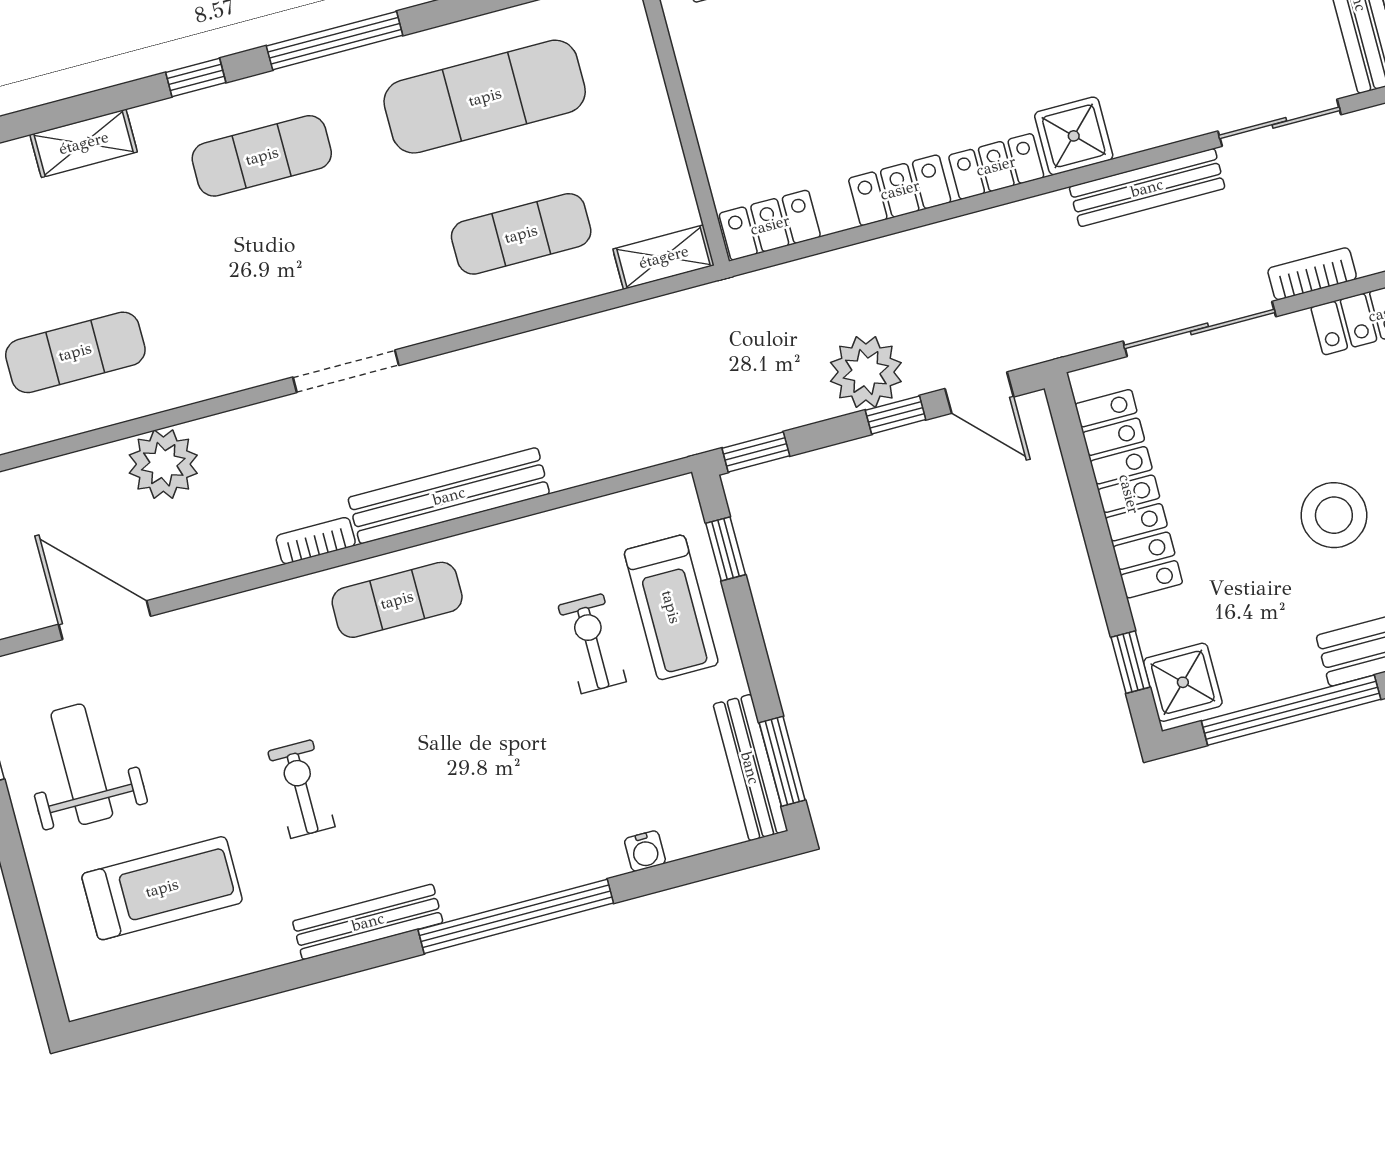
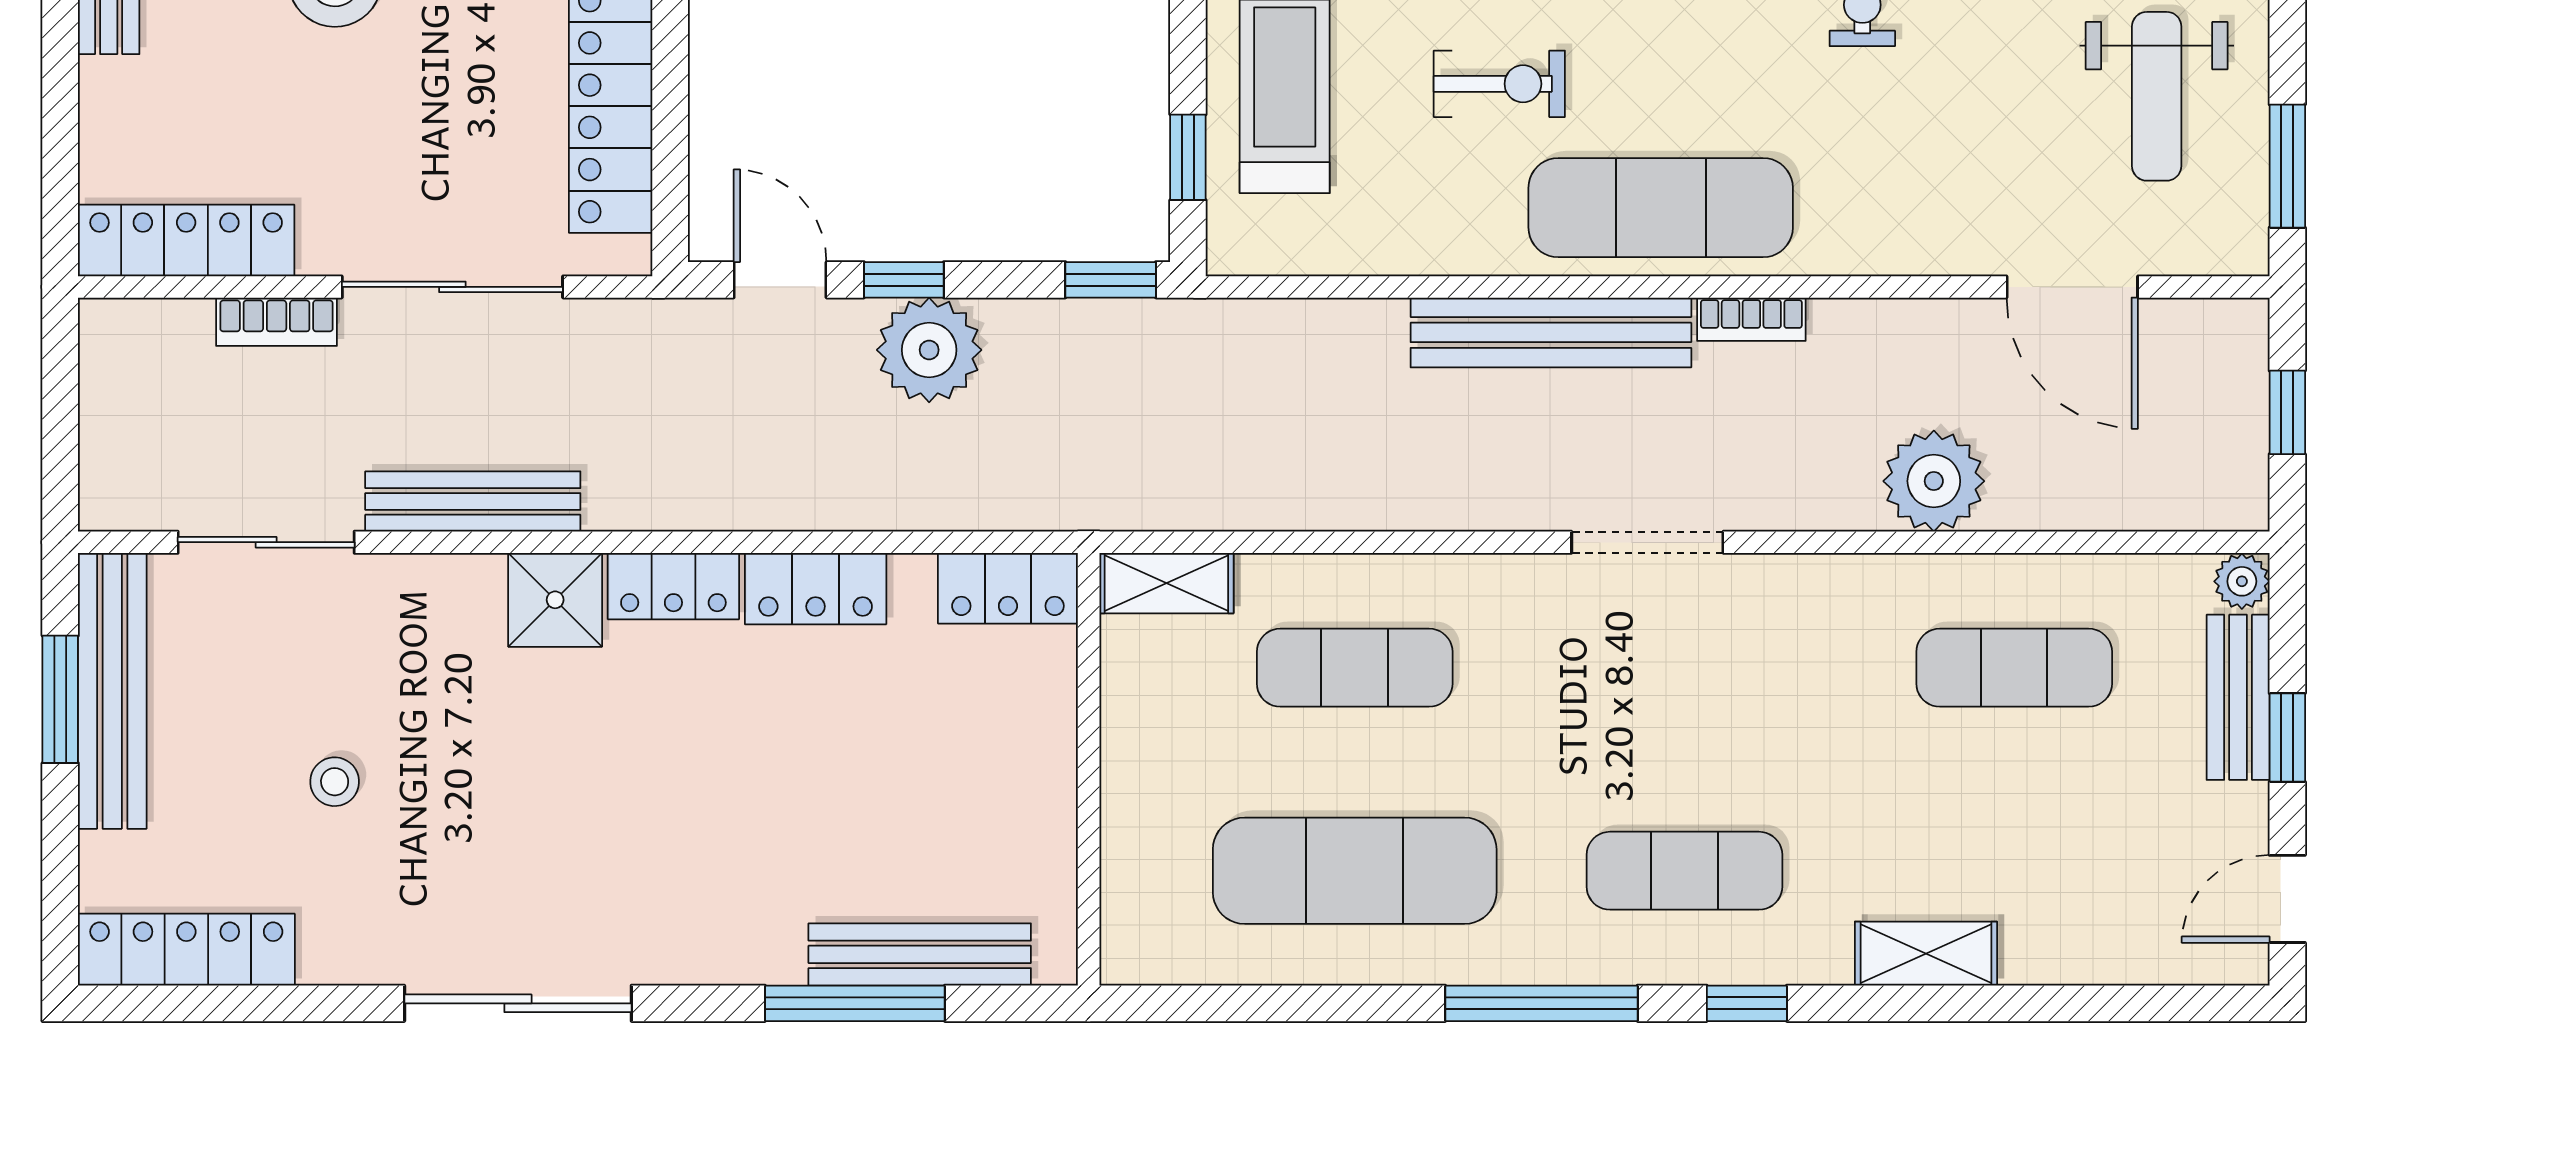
exercise mat: (397, 600) -> (1661, 208), width x1.36, depth x1.45
exercise bike: (592, 644) -> (1499, 84), moved, turned -90

